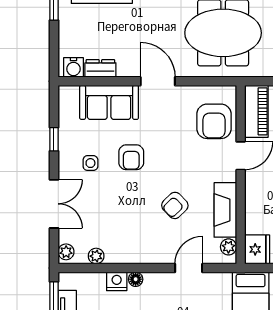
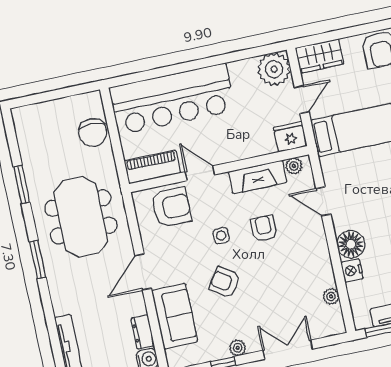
armchair: (131, 157) -> (225, 282), turned -146
side table: (90, 163) -> (221, 236), moved
armchair: (175, 205) -> (264, 228), turned -136
plant: (66, 252) -> (238, 348), moved
floor lamp: (136, 279) -> (351, 244), width x1.89, depth x1.89

